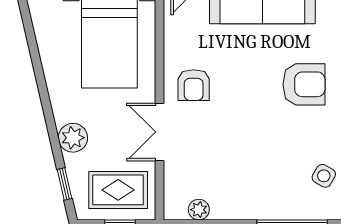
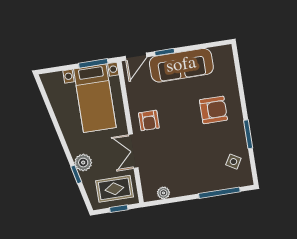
window: (65, 184) -> (76, 174), moved

